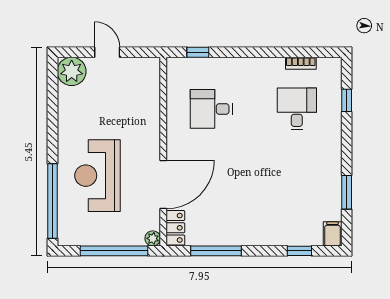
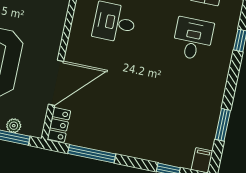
plant: (153, 238) -> (14, 126), moved

